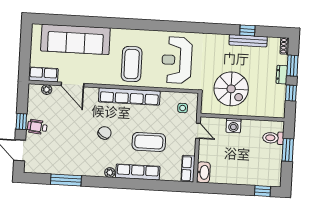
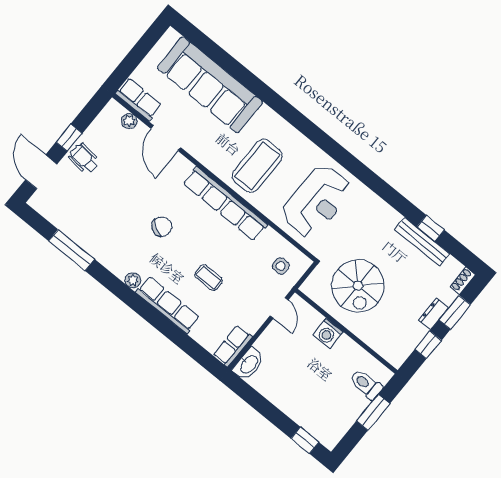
reception desk: (177, 60) -> (317, 201), turned 180
coffee table: (149, 142) -> (208, 278), width x0.54, depth x0.58

